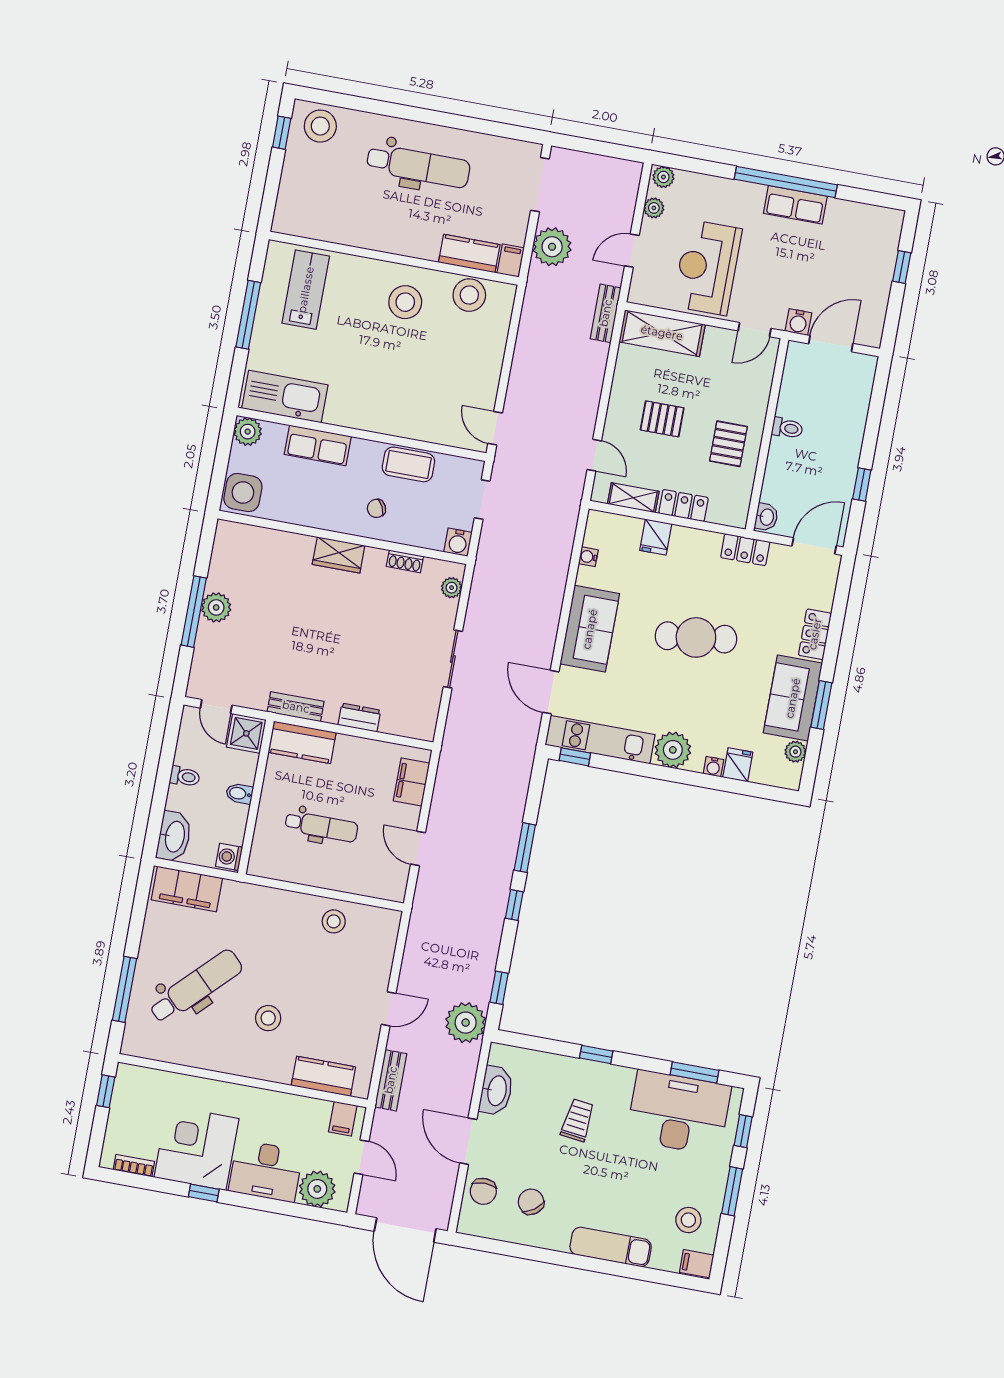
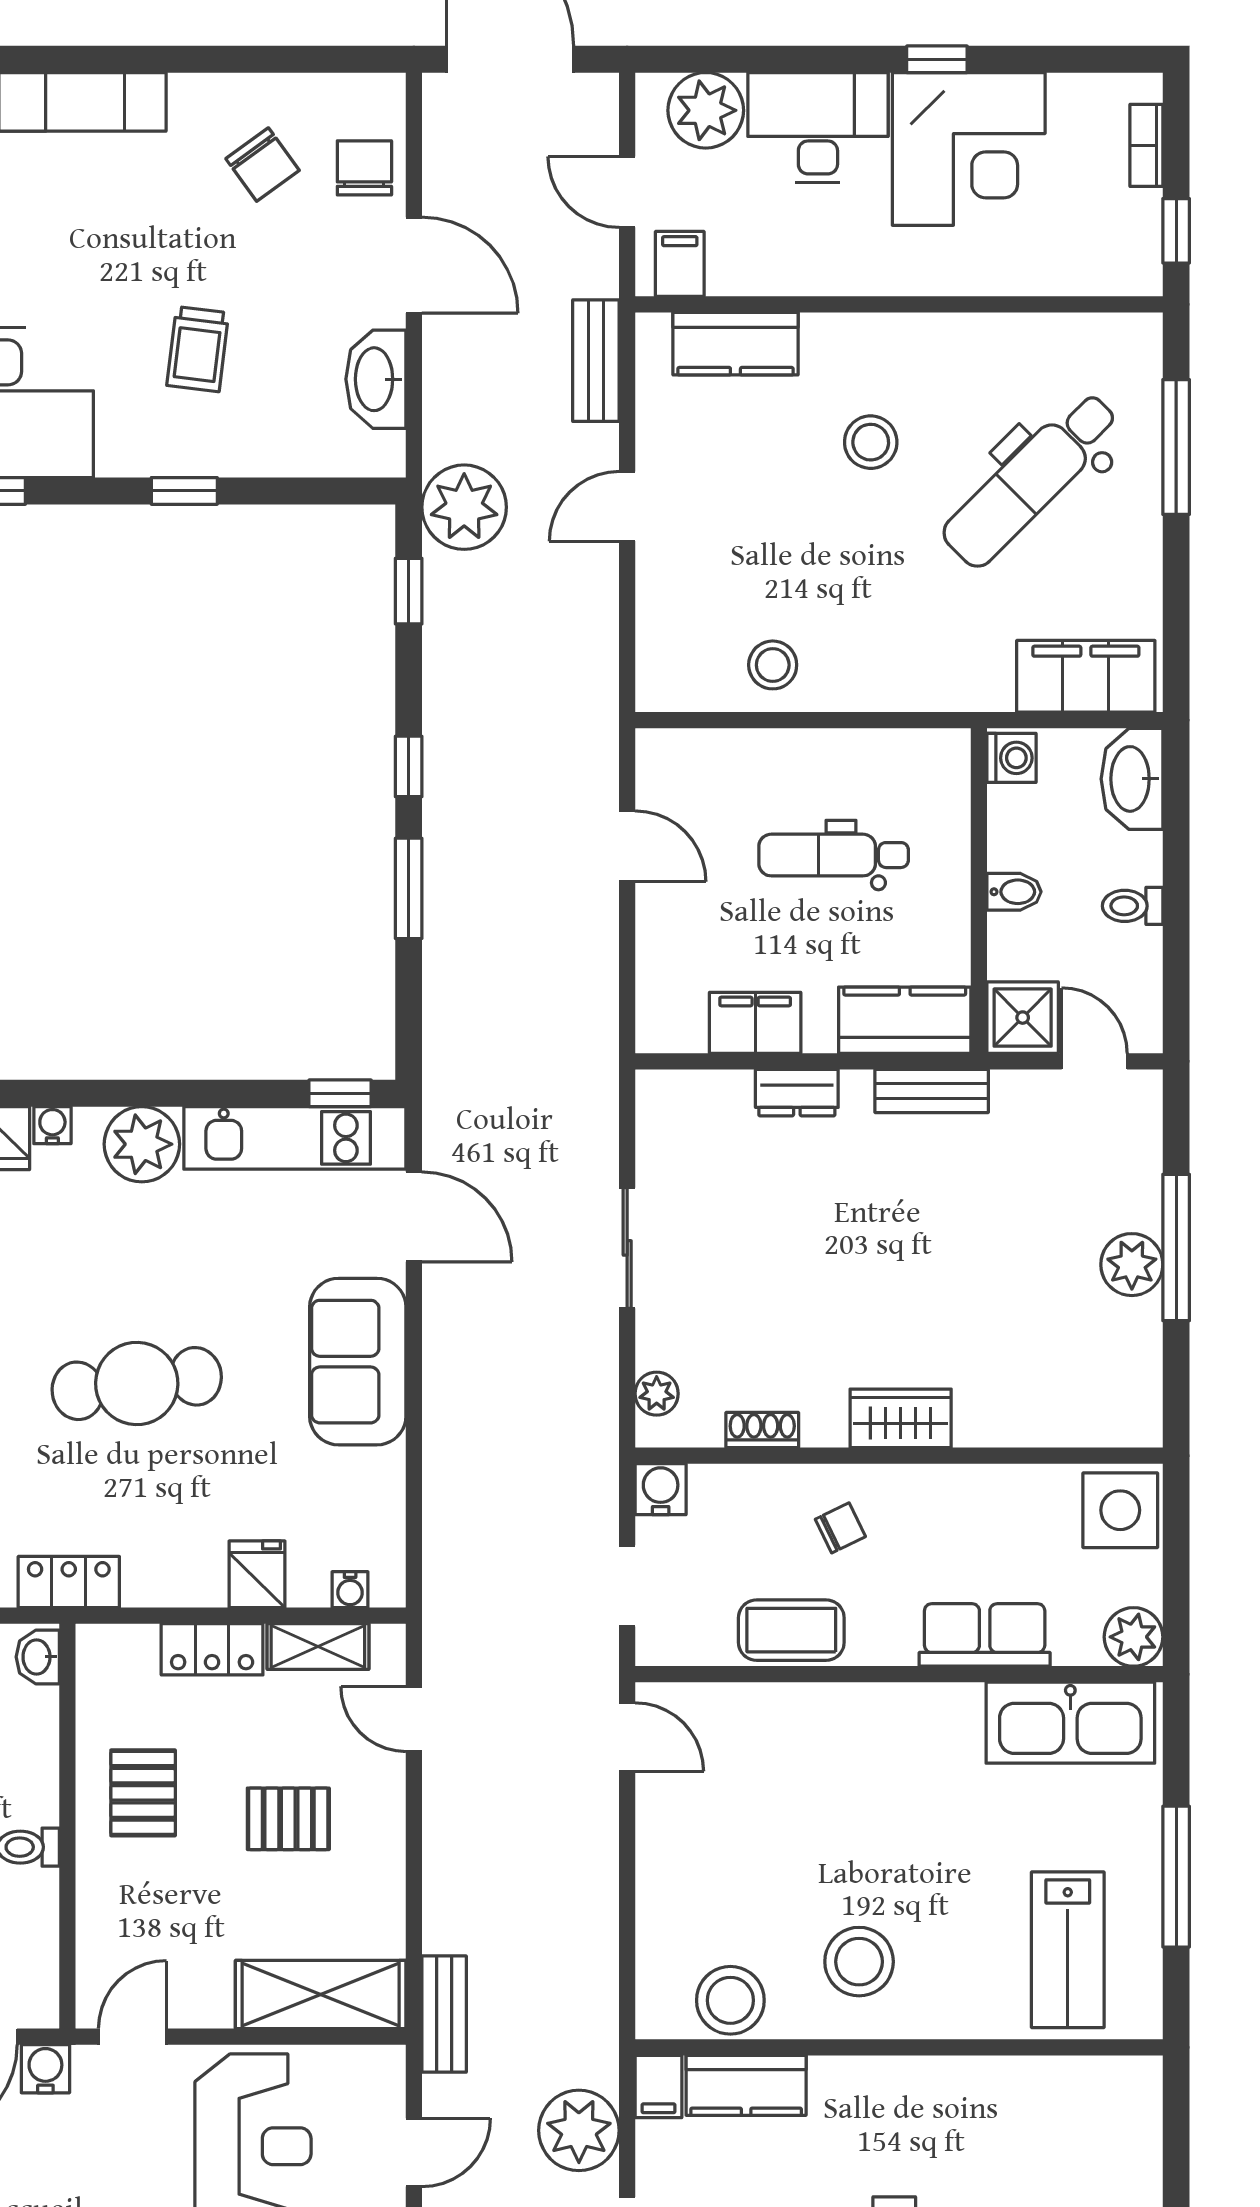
water cooler: (588, 557) -> (350, 1590), moved, turned 90
filing cabinet: (412, 782) -> (755, 1023), moved, turned -90
bookcase: (134, 1166) -> (1146, 145), moved, turned 90

